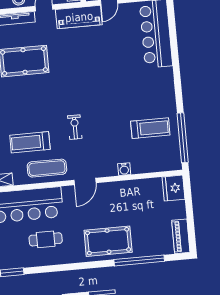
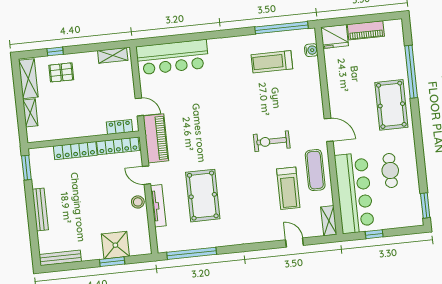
exercise bike: (75, 127) -> (272, 141), width x1.38, depth x1.39
treadmill: (150, 128) -> (272, 62), turned -90
water cooler: (124, 169) -> (311, 50), moved
piano: (181, 236) -> (366, 30), moved

